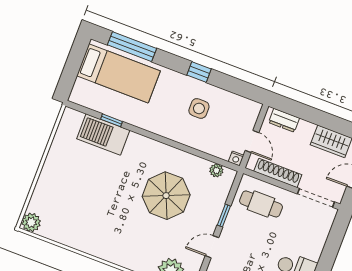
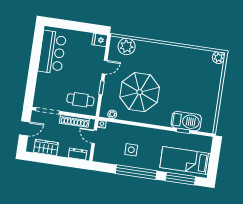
window: (199, 72) -> (136, 172), width x3.17
parasol: (166, 196) -> (140, 92), width x1.36, depth x1.36

